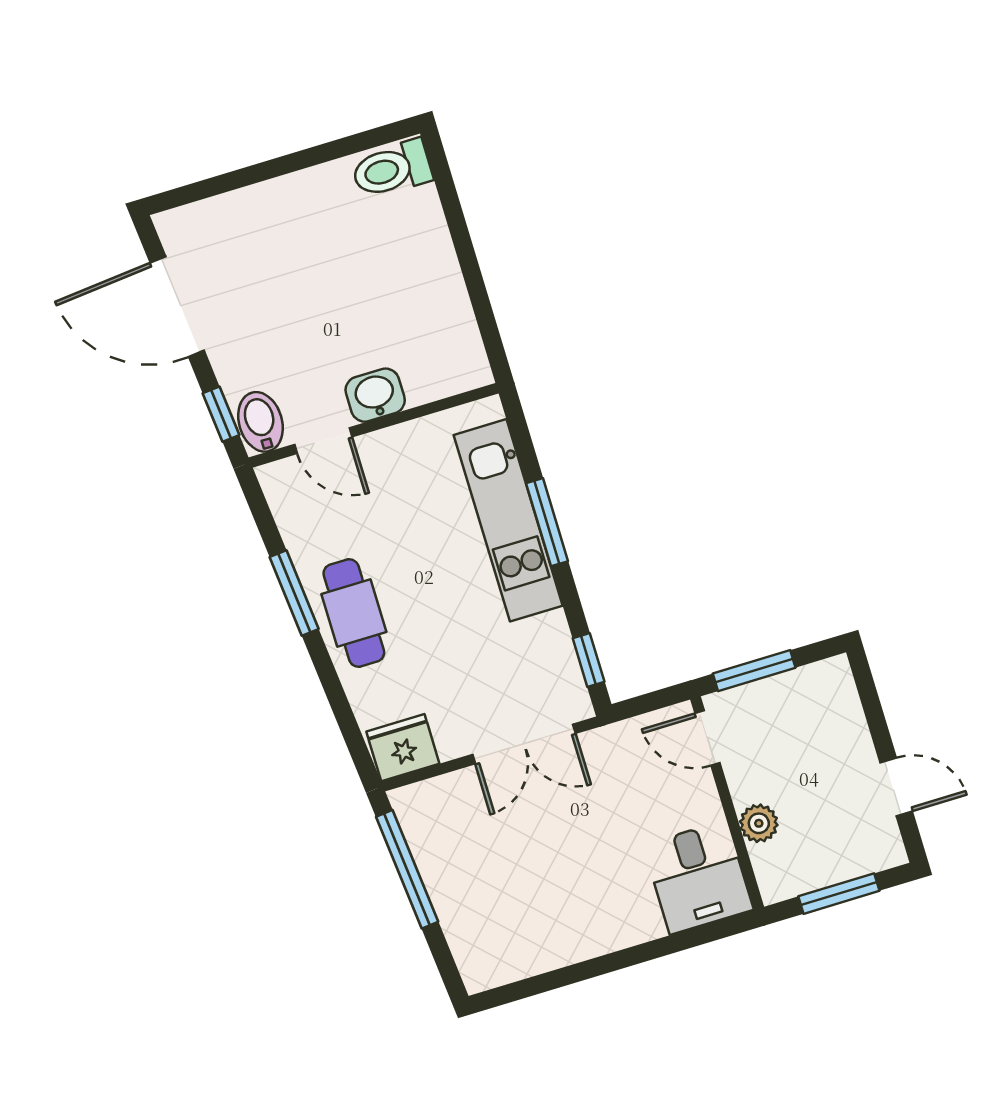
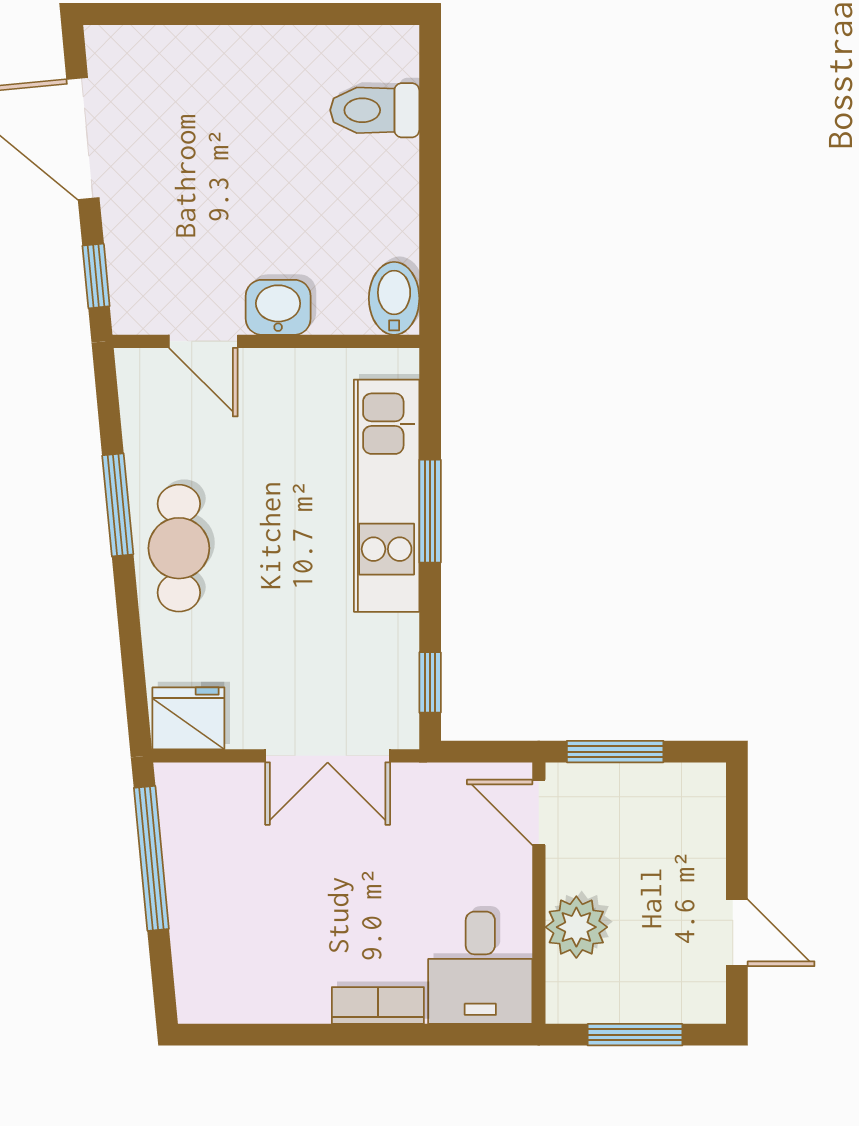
toilet: (392, 169) -> (375, 110), moved
bidet: (260, 422) -> (394, 298), moved
plant: (759, 823) -> (576, 927), width x1.38, depth x1.38
bookcase: (625, 933) -> (378, 1006), added

